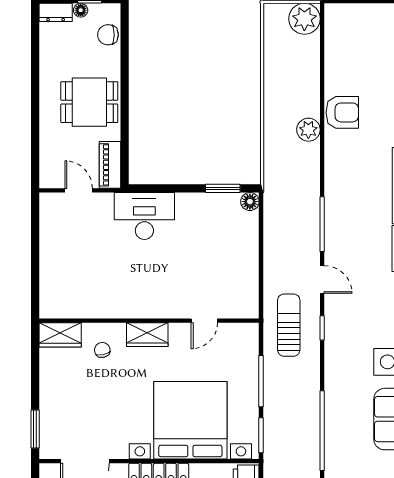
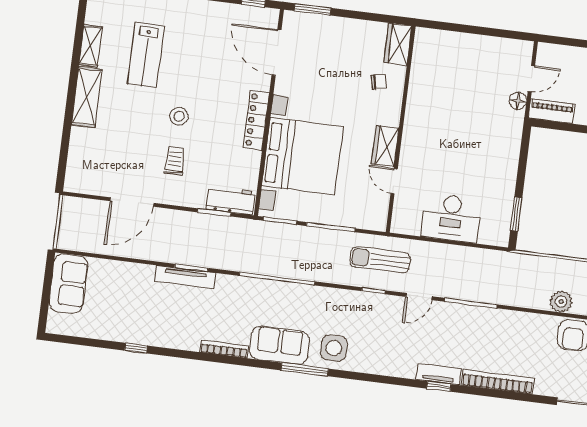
floor lamp: (250, 202) -> (518, 101), moved
desk: (144, 216) -> (451, 218), moved, turned 90
sun lounger: (289, 325) -> (380, 260), turned 180
wardrobe: (147, 335) -> (385, 146), moved

